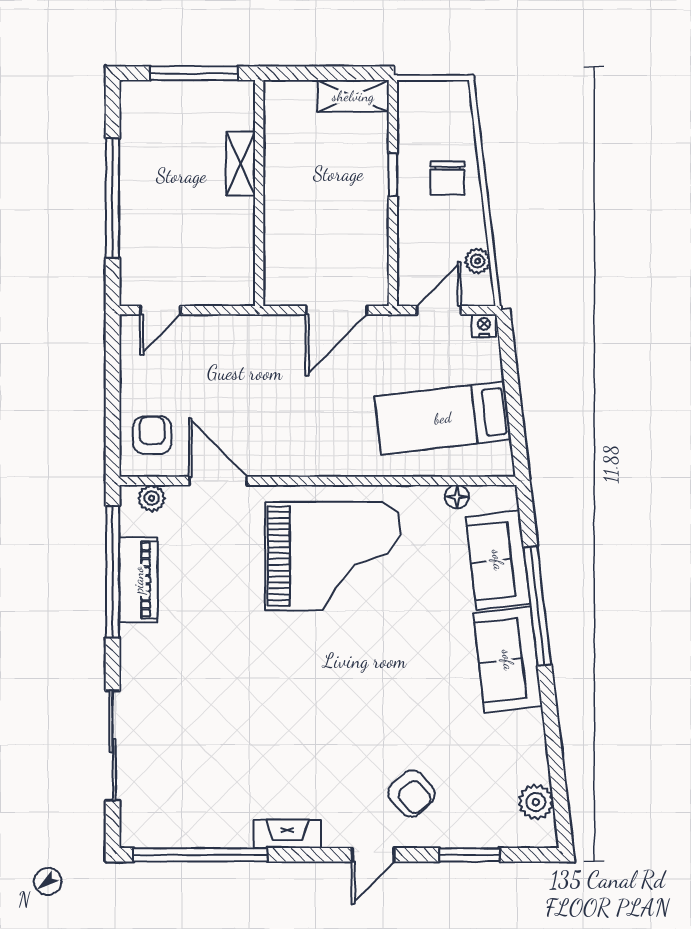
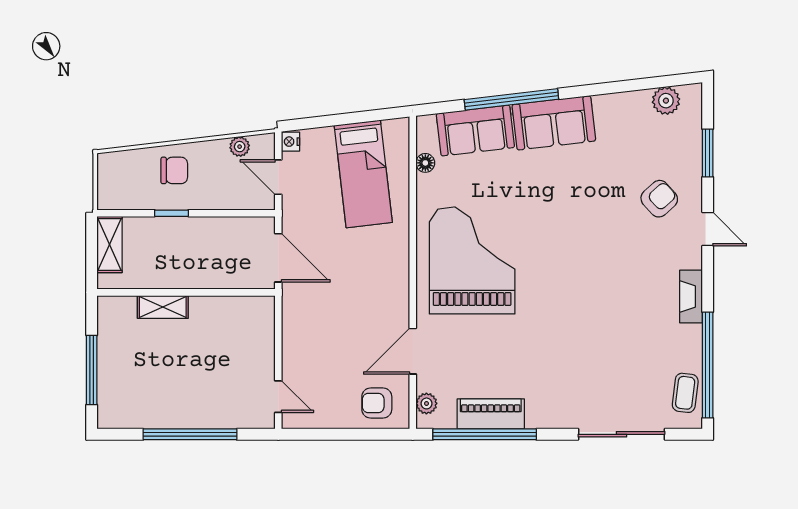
shelving: (241, 164) -> (163, 307), moved
wall: (259, 193) -> (186, 292), moved
coffee table: (165, 826) -> (685, 393), added

